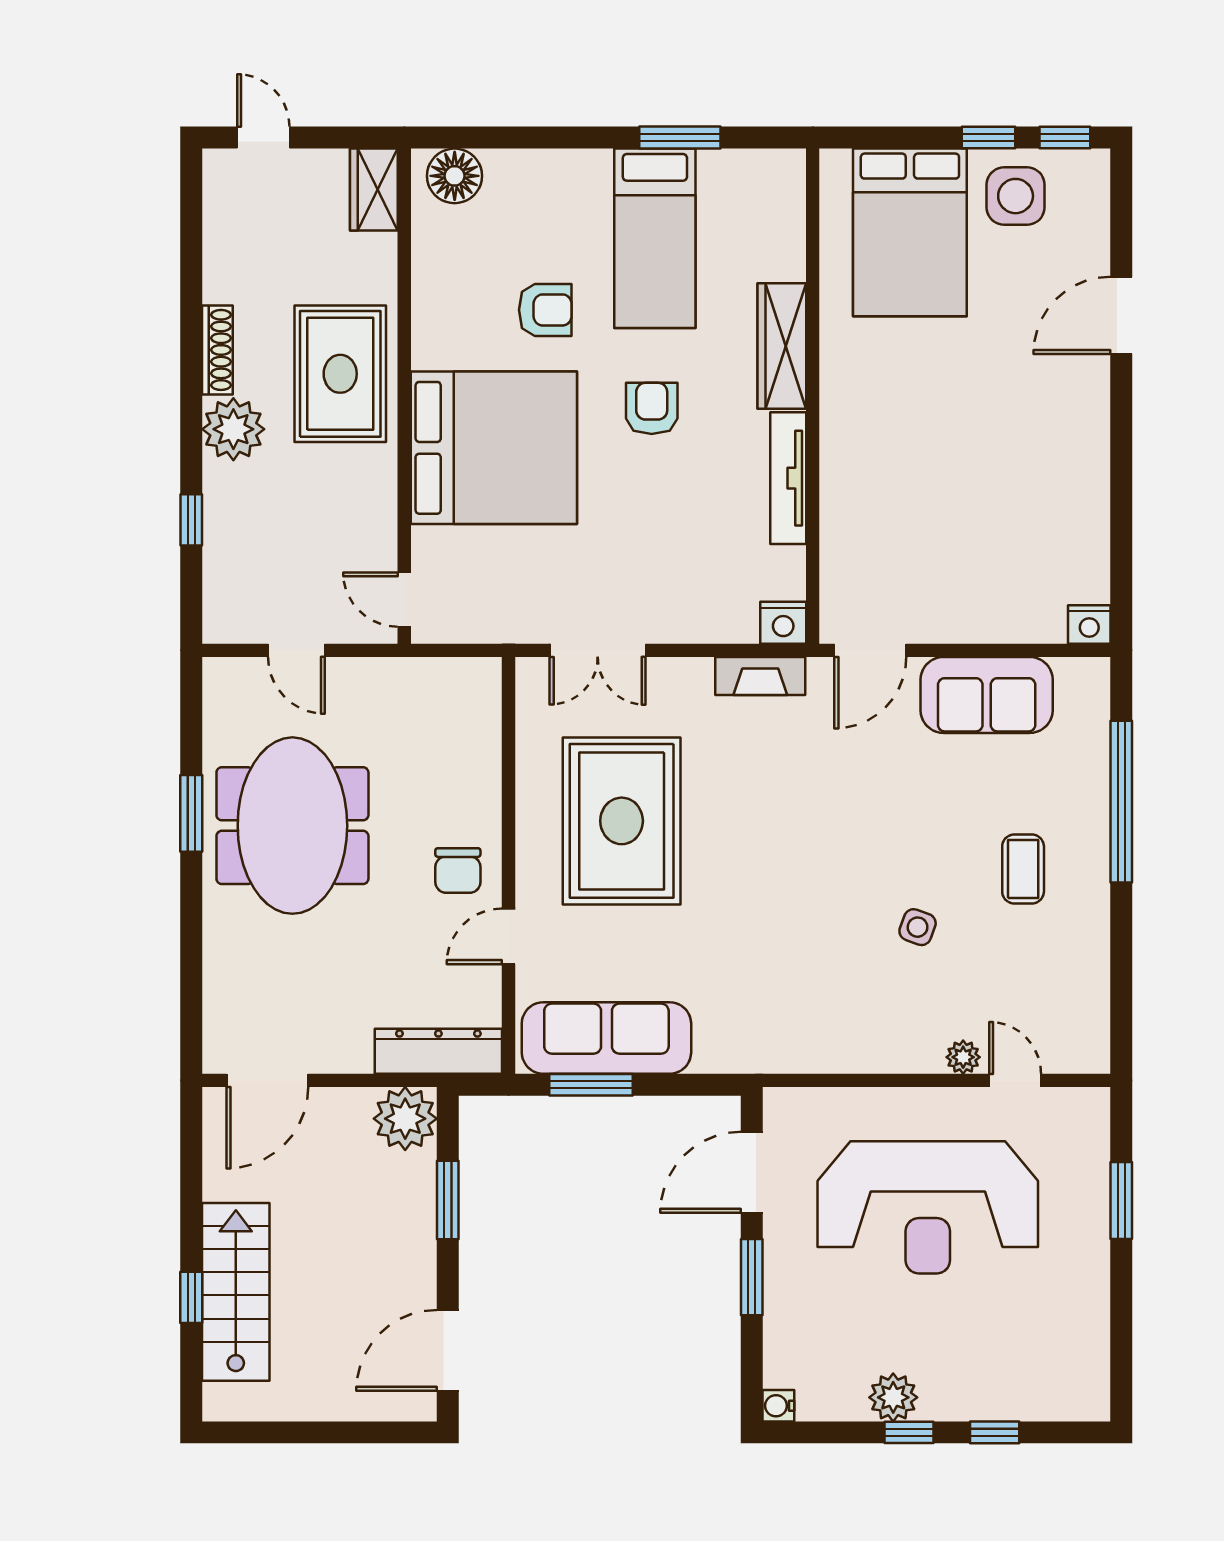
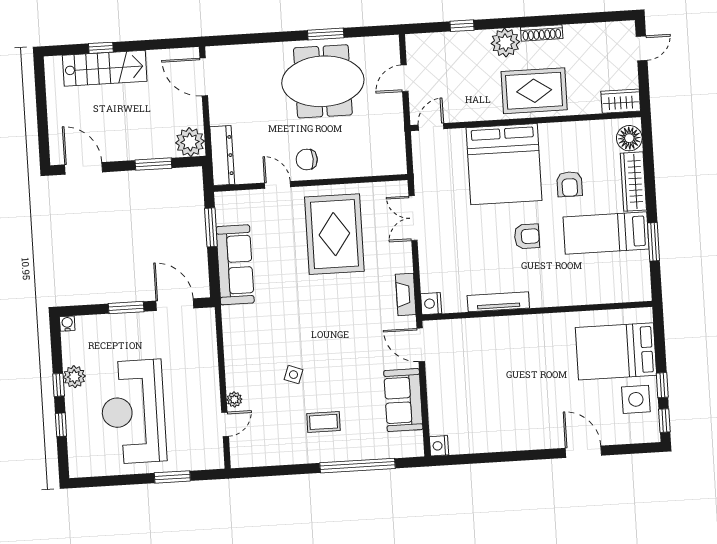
wardrobe: (782, 346) -> (633, 182), moved, turned -90
rug: (622, 821) -> (334, 234), turned 90
sofa: (606, 1038) -> (235, 265), moved
reception desk: (928, 1207) -> (133, 412), moved

